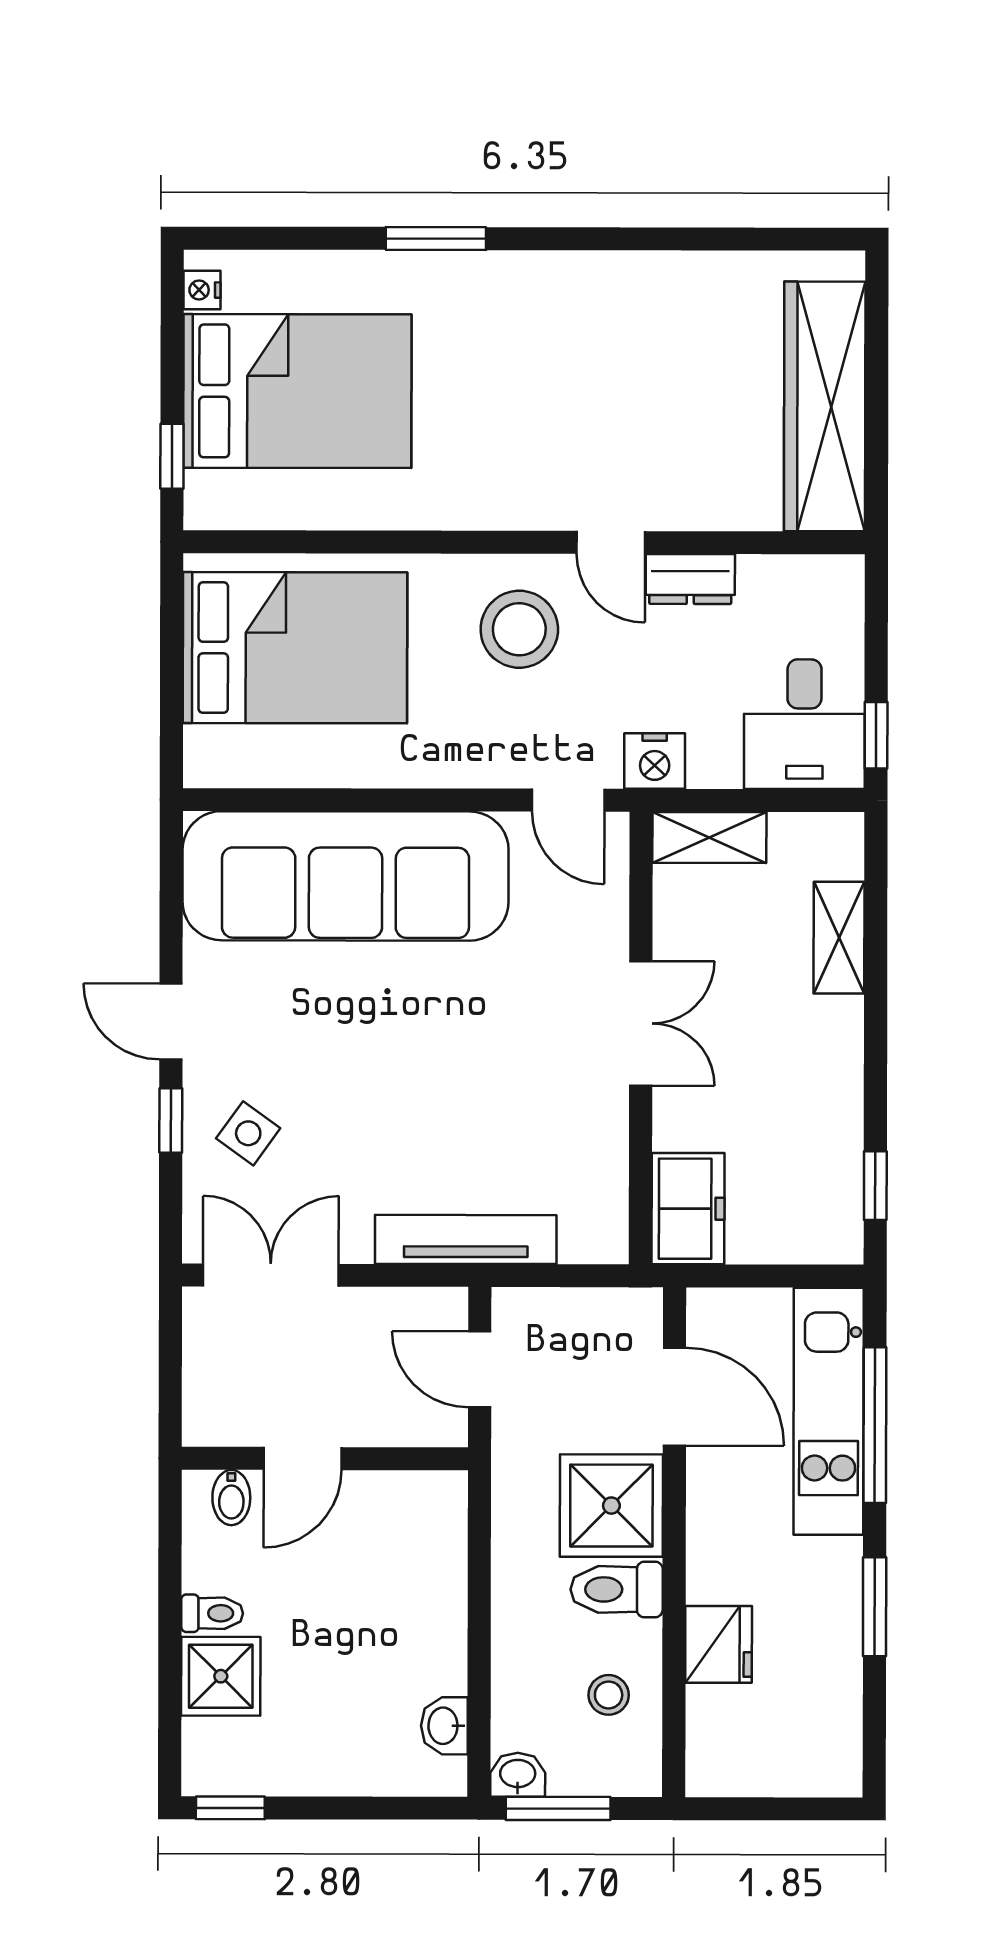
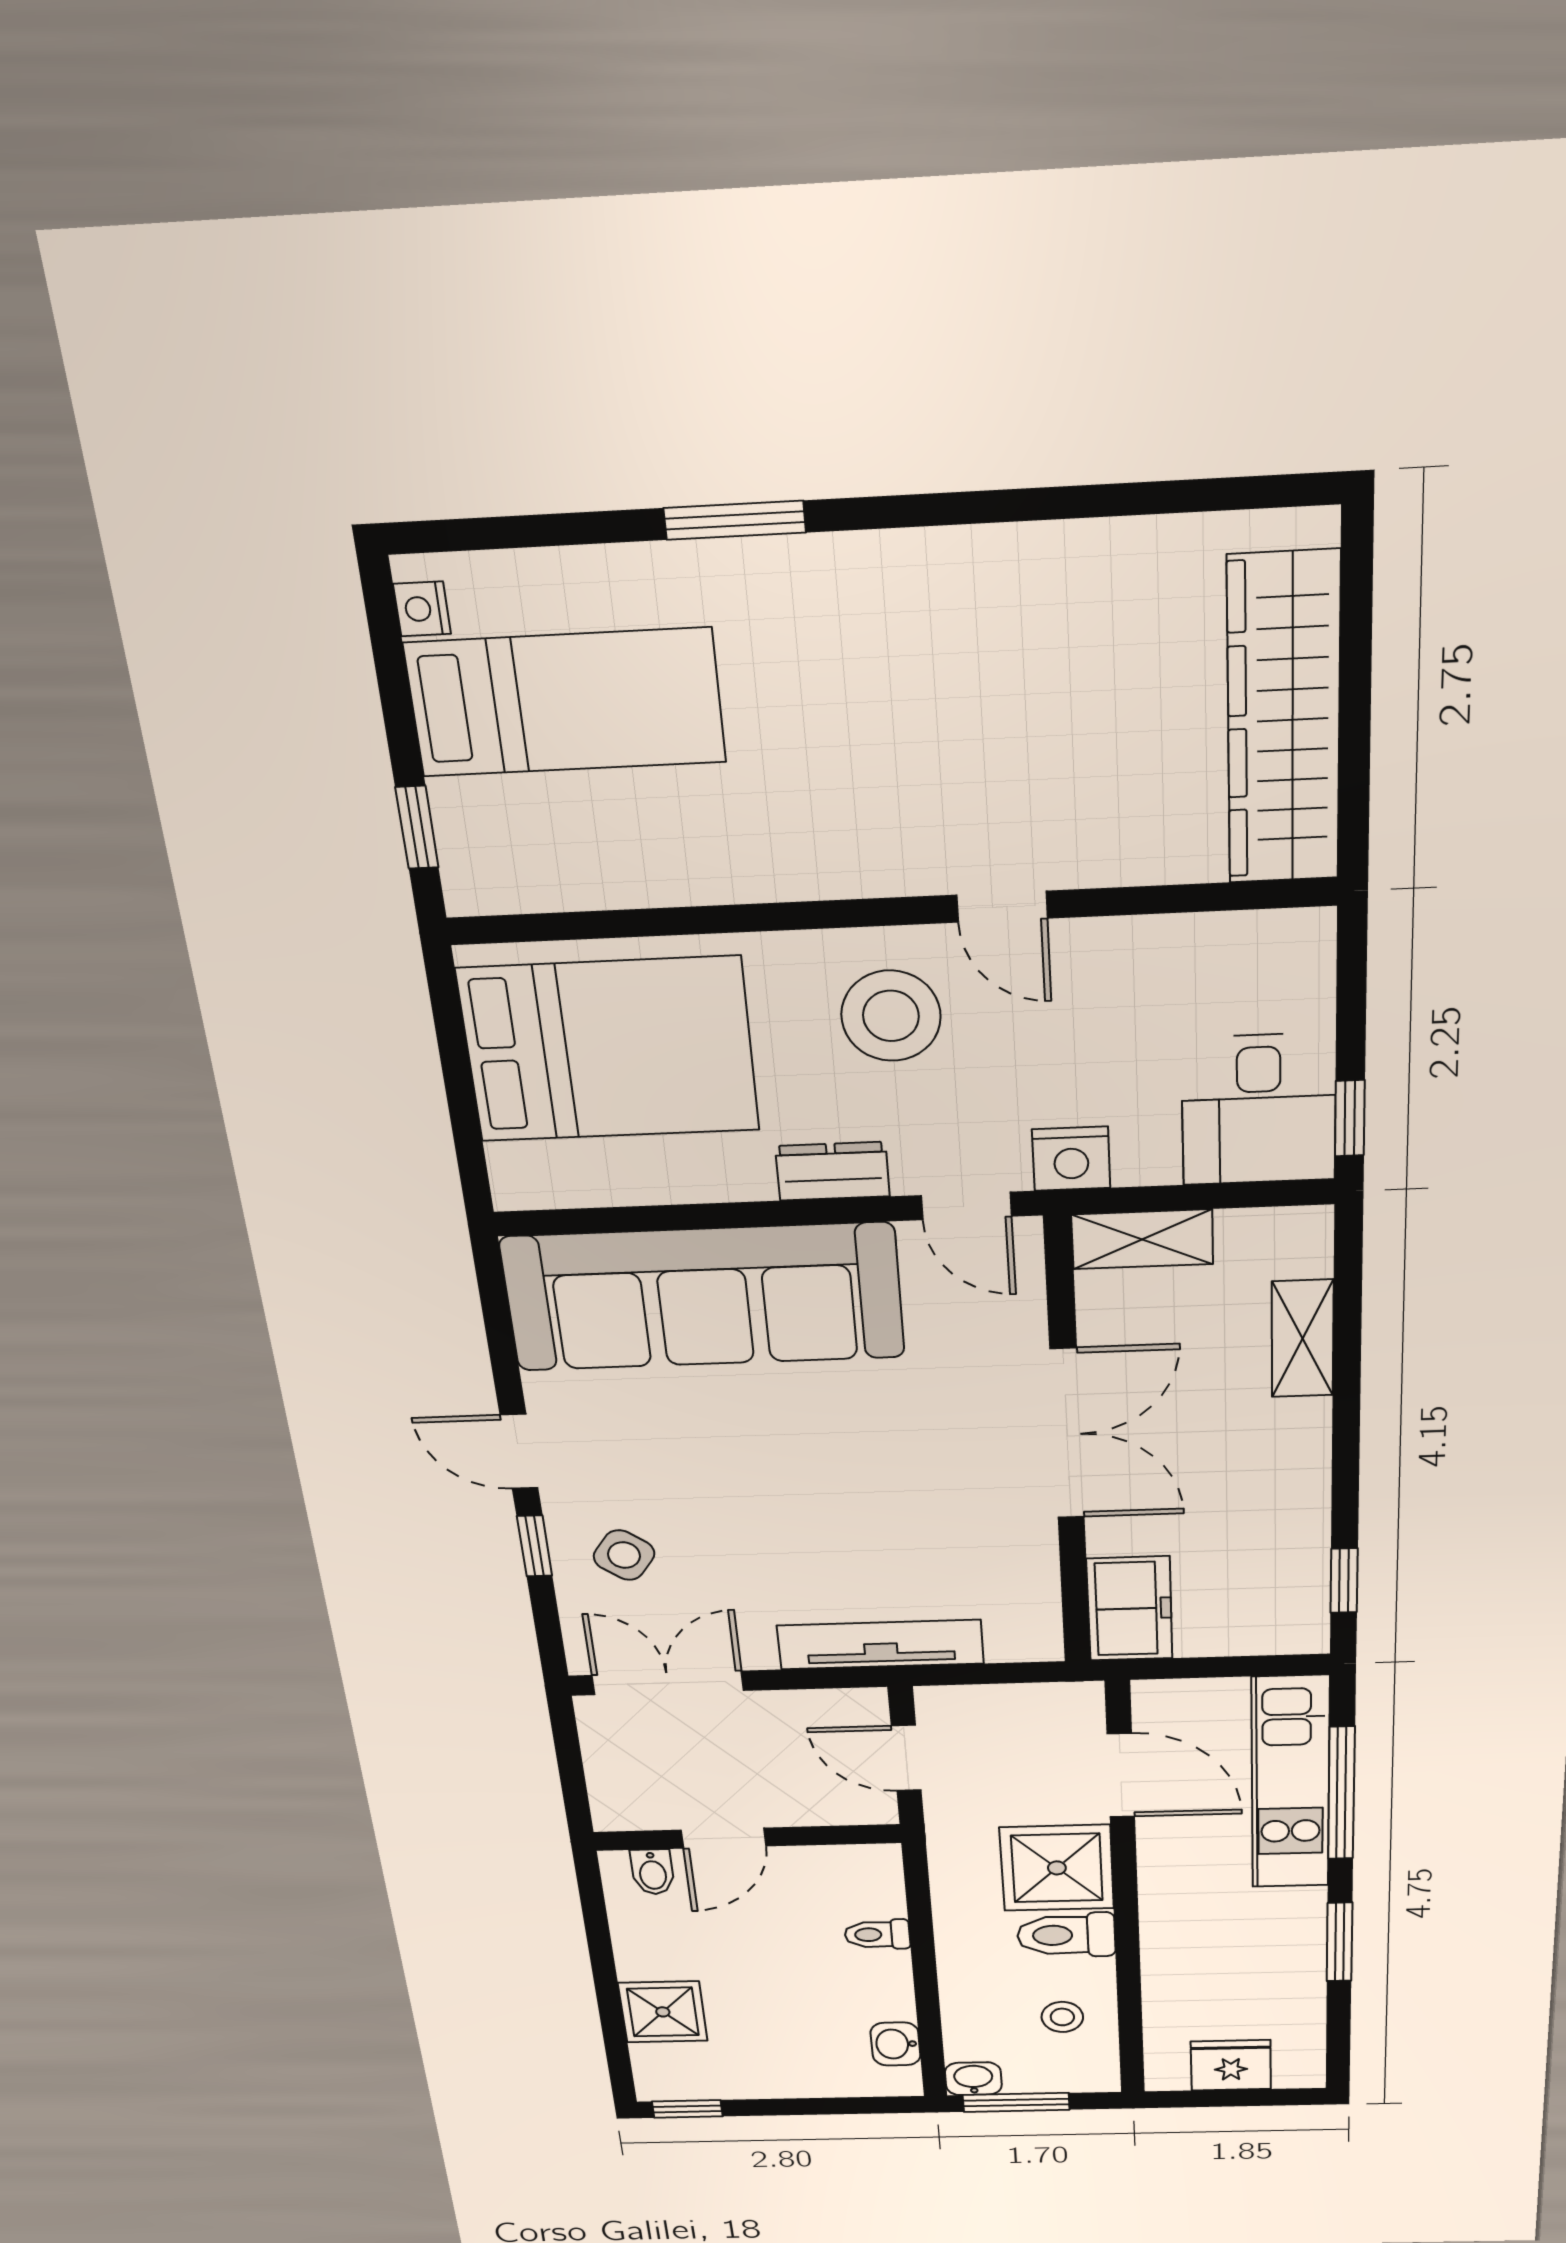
bed: (297, 391) -> (566, 703), width x0.67
dresser: (690, 579) -> (833, 1171), moved, turned 180
double door: (641, 1023) -> (1067, 1434), width x1.37
toilet: (212, 1613) -> (877, 1934), moved, turned 180
fridge: (719, 1644) -> (1231, 2065), moved, turned -90

